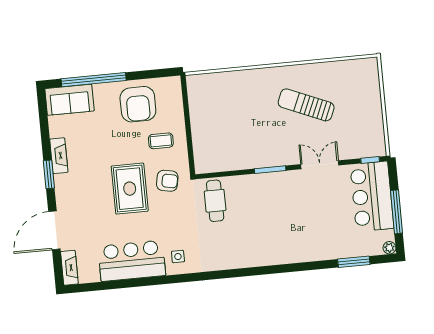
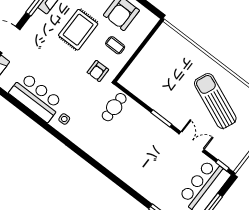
sun lounger: (306, 105) -> (215, 101), width x1.36, depth x1.34
armchair: (167, 181) -> (98, 71), turned 79
rug: (130, 189) -> (78, 30), moved

